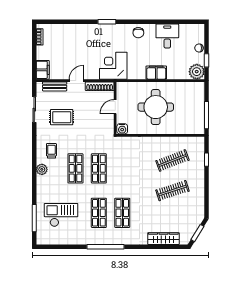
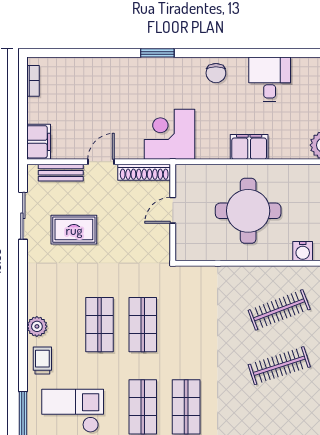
water cooler: (122, 129) -> (303, 251), moved
trolley: (51, 151) -> (42, 361), moved

